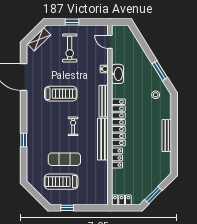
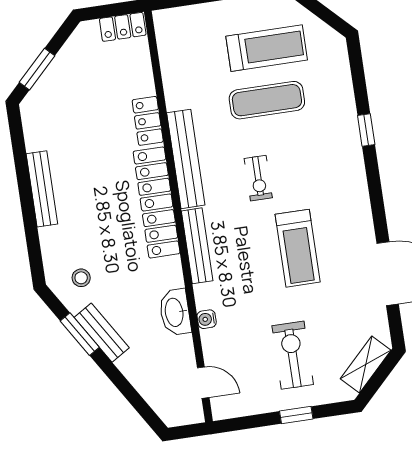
bench: (150, 70) -> (102, 333), added
treadmill: (61, 94) -> (298, 248), turned -90
window: (153, 195) -> (37, 69), moved

